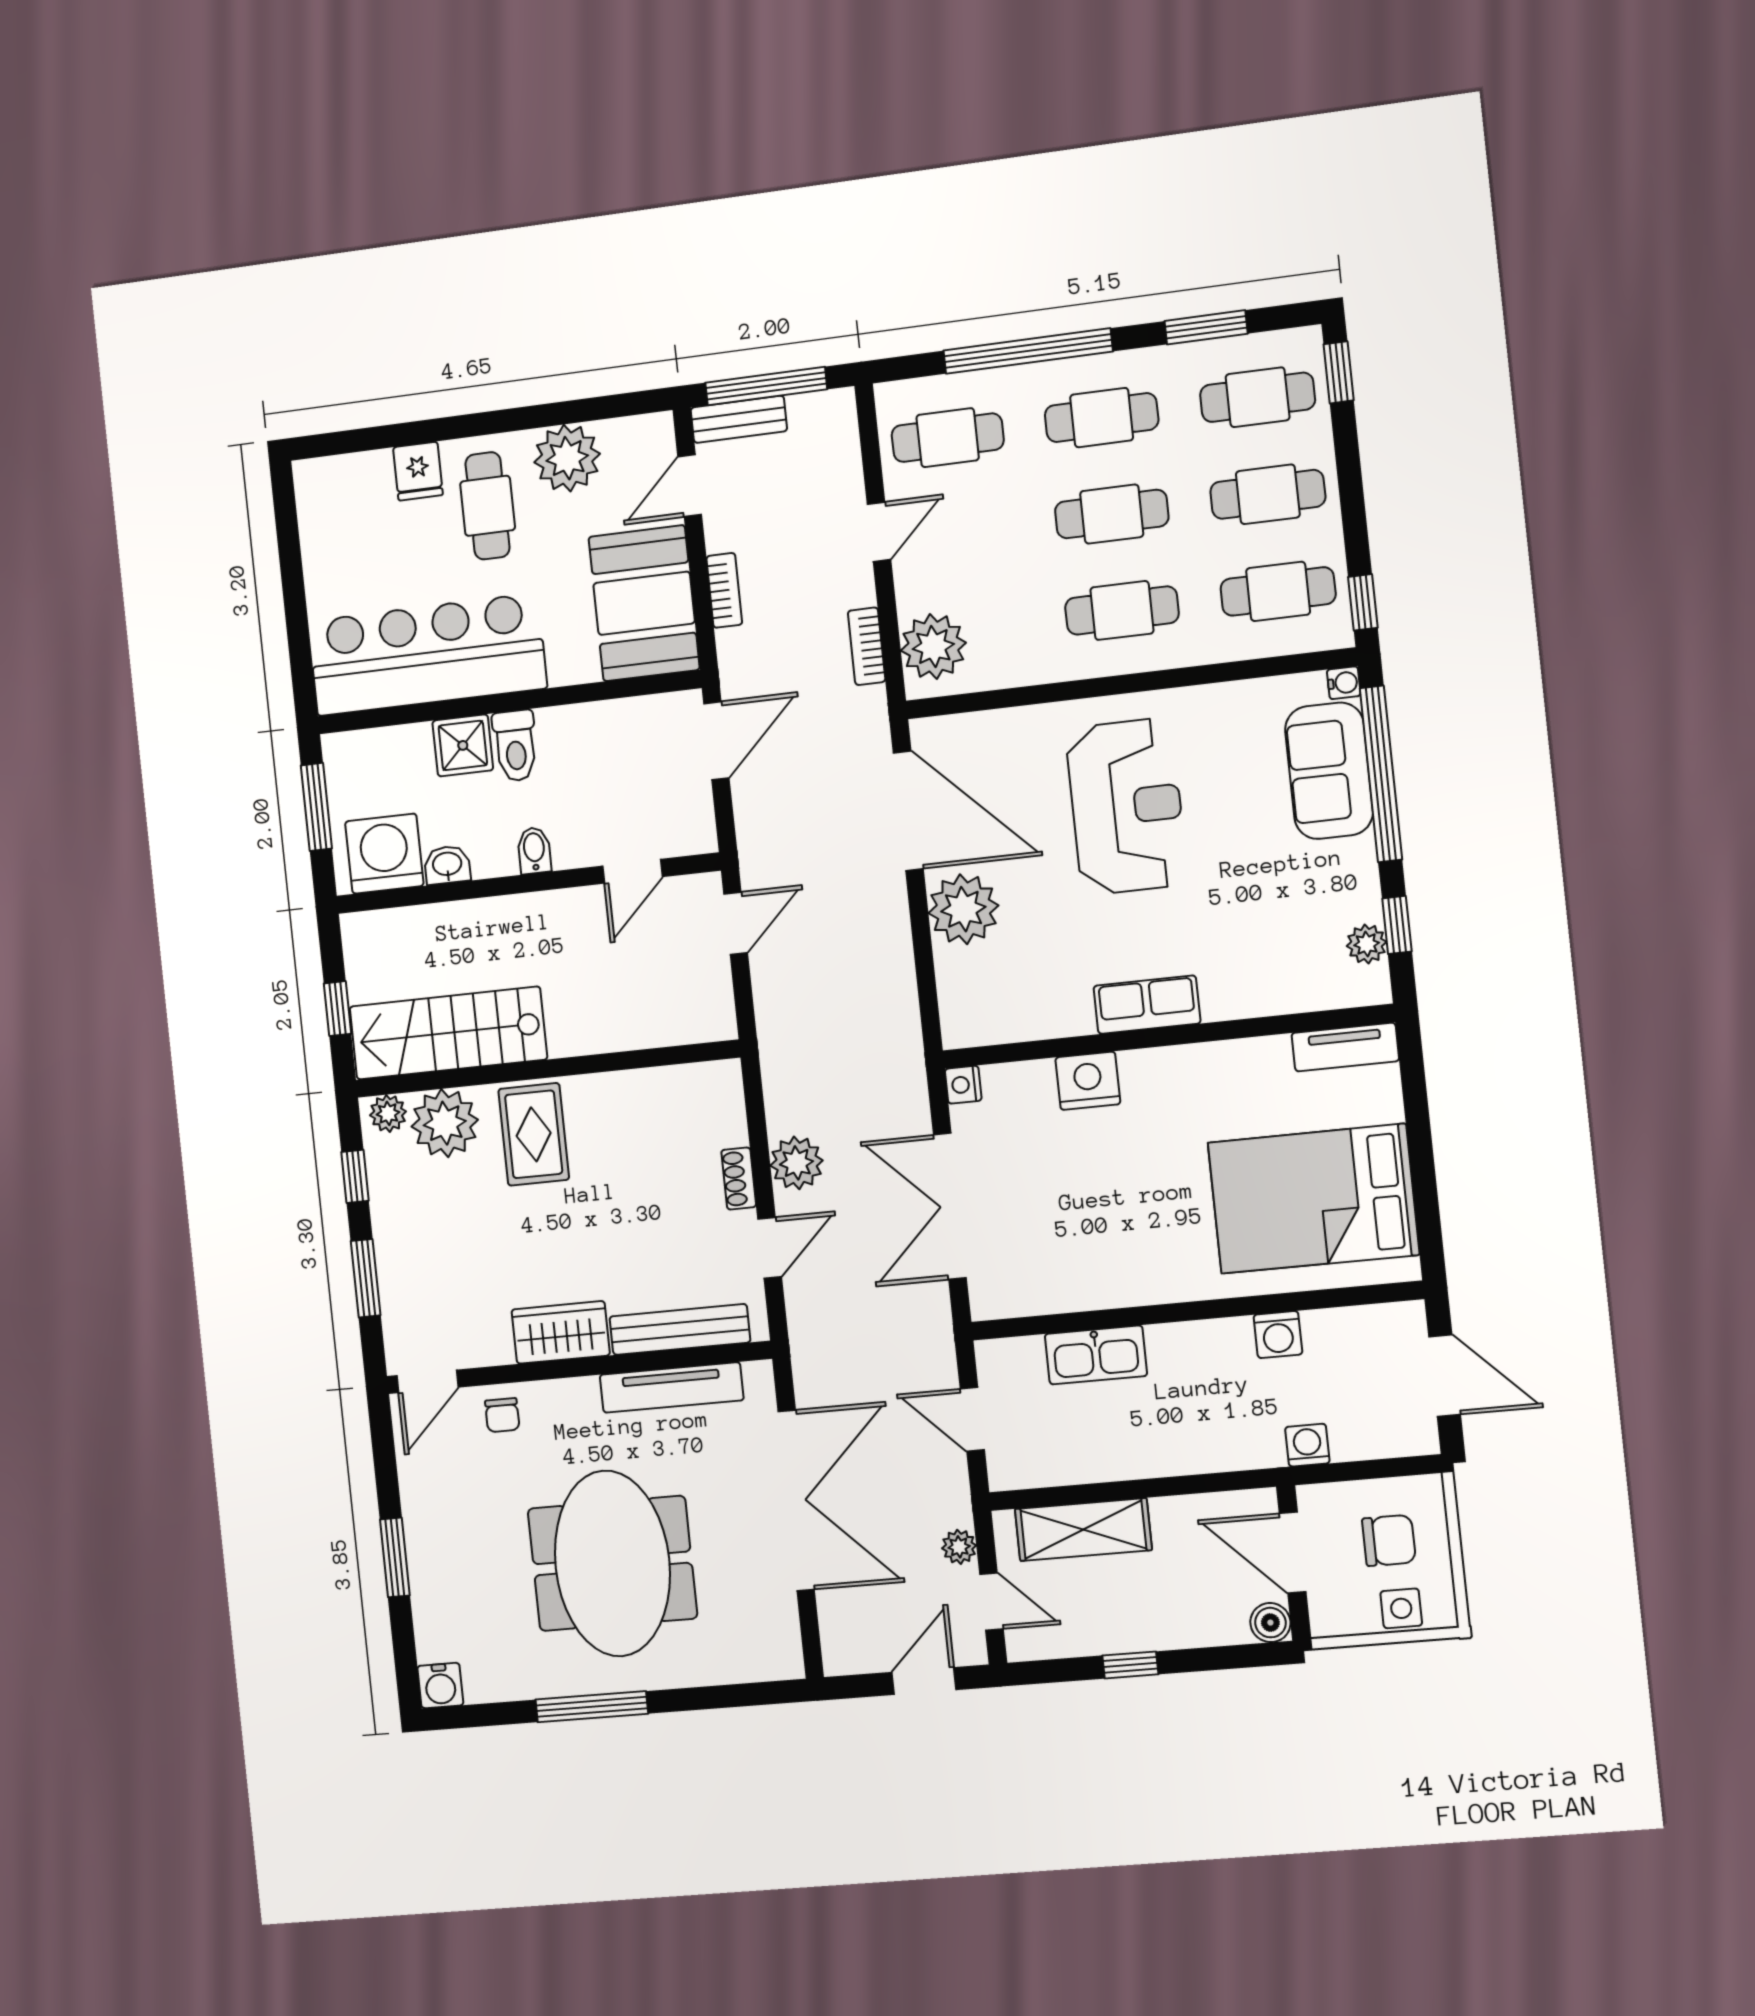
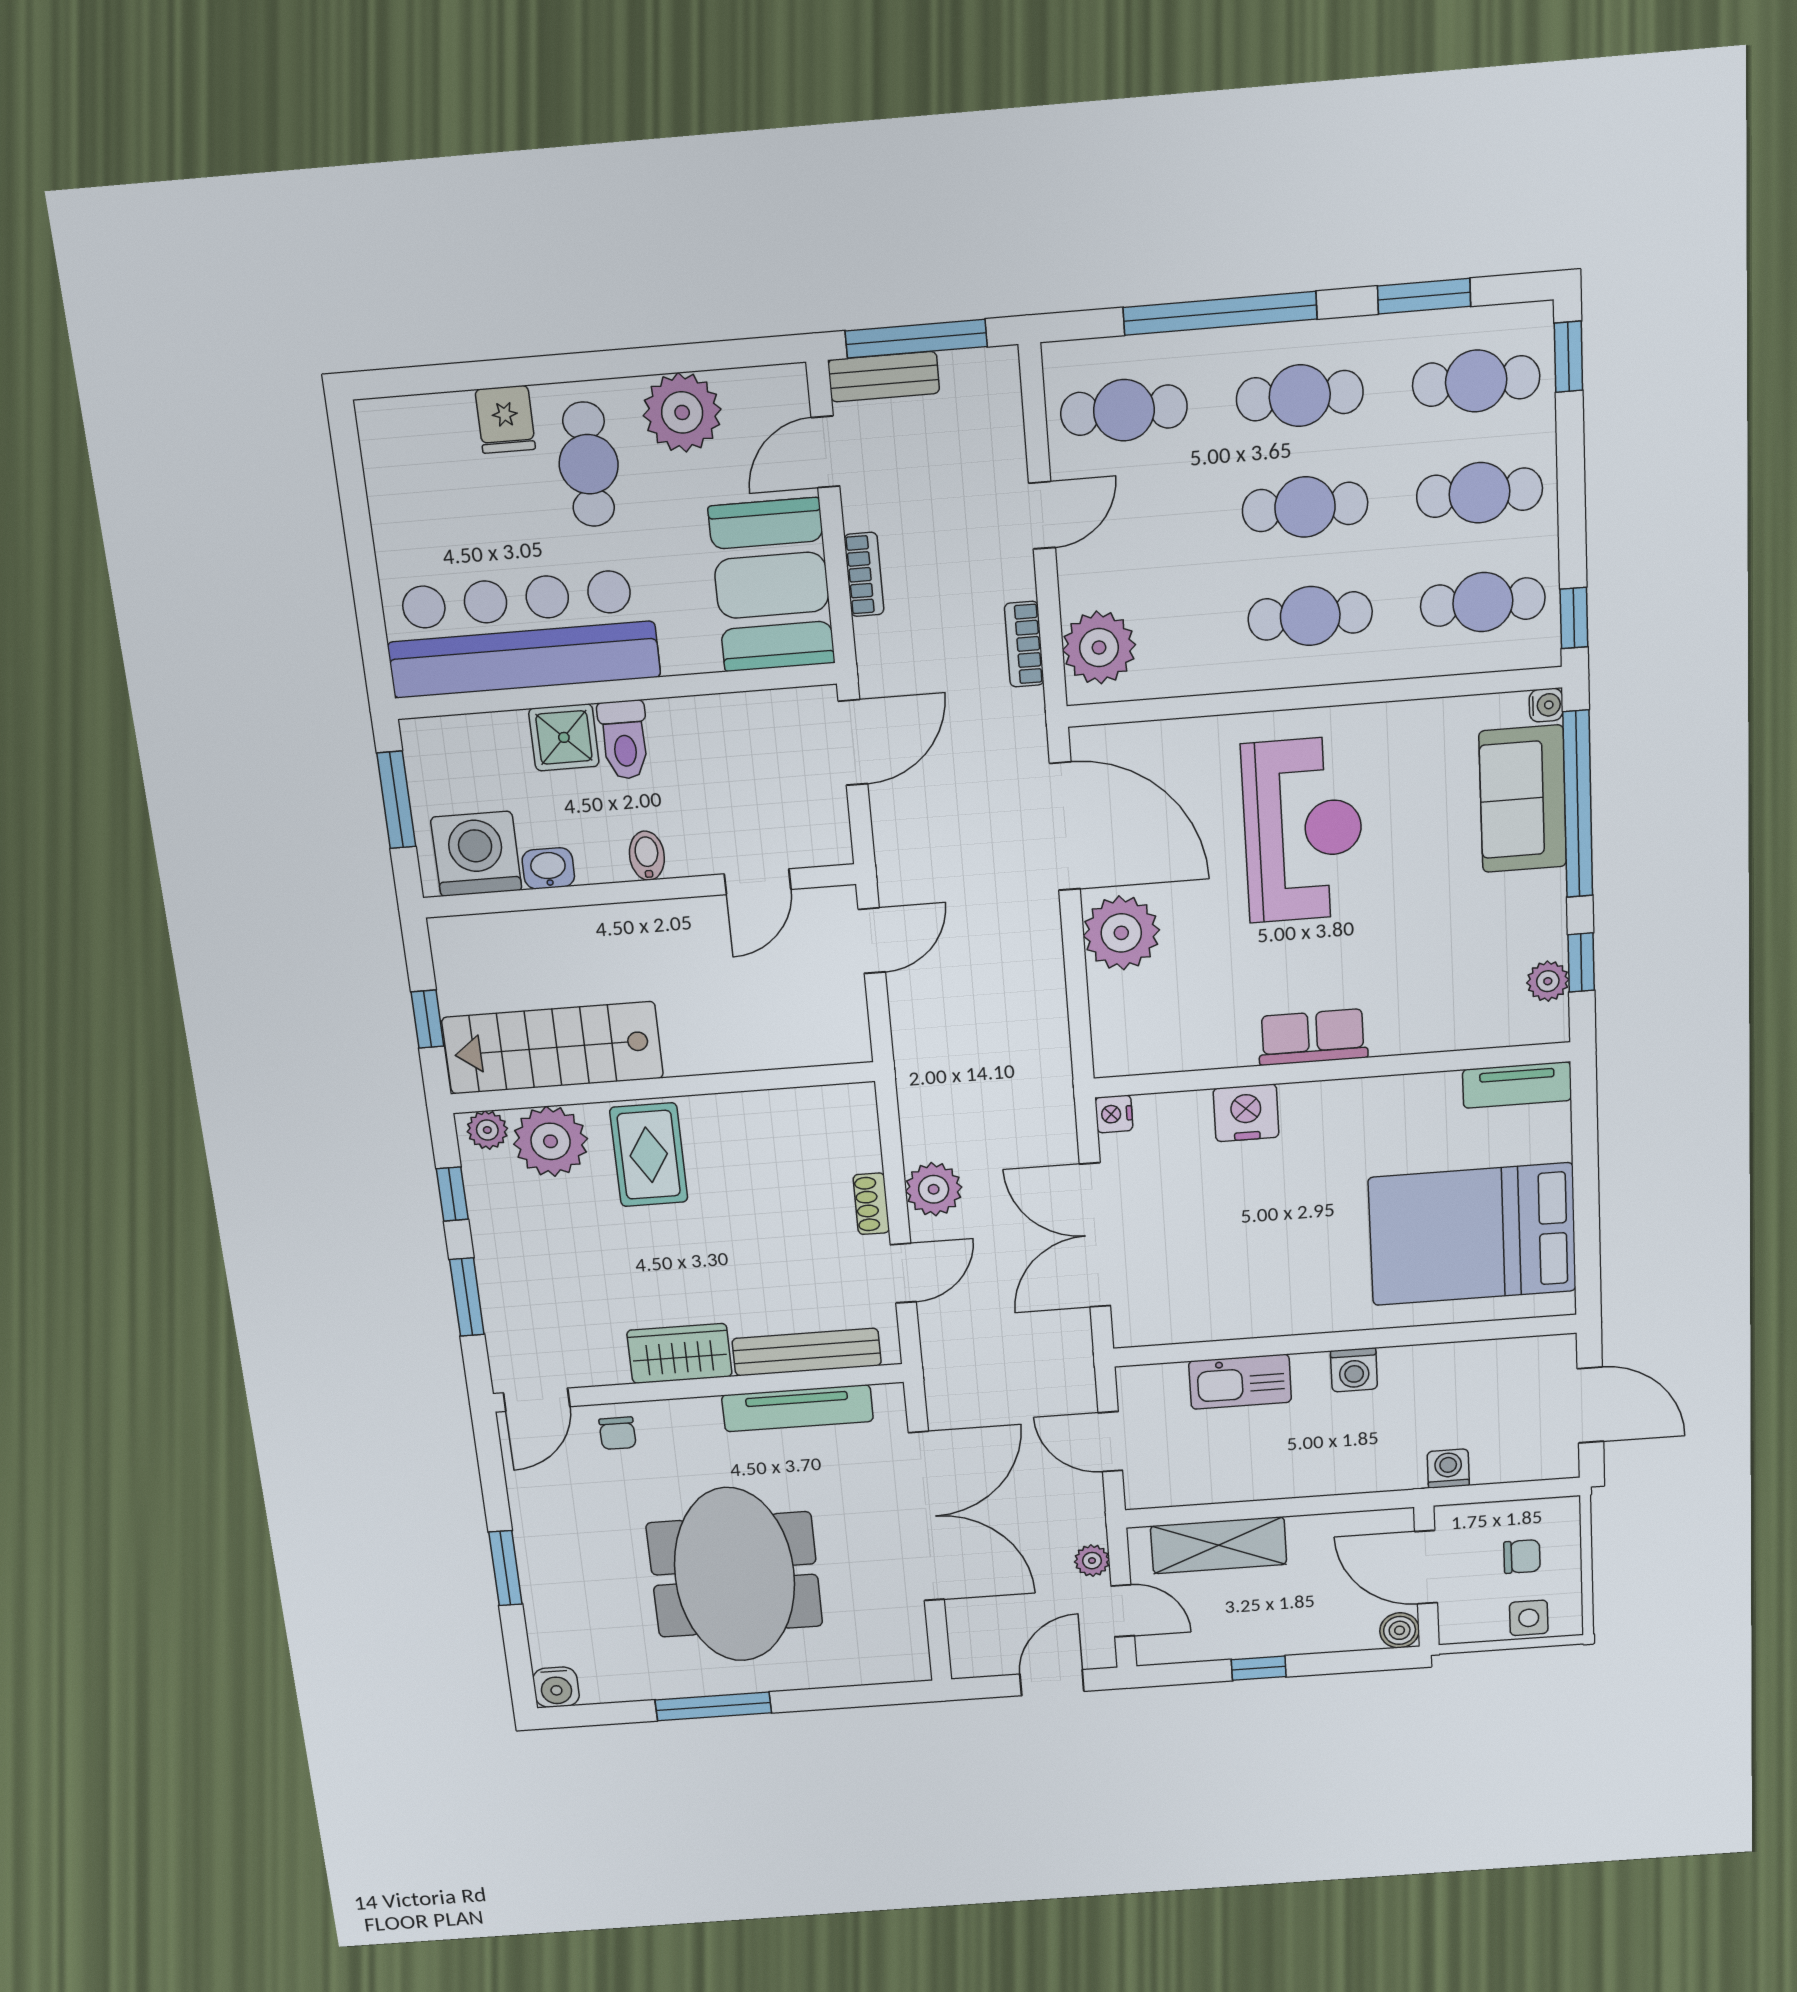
washing machine: (1278, 1335) -> (1354, 1370), moved
chair: (1389, 1540) -> (1522, 1557), width x0.73, depth x0.73

